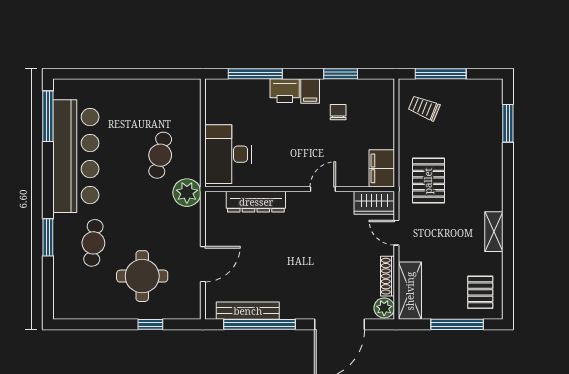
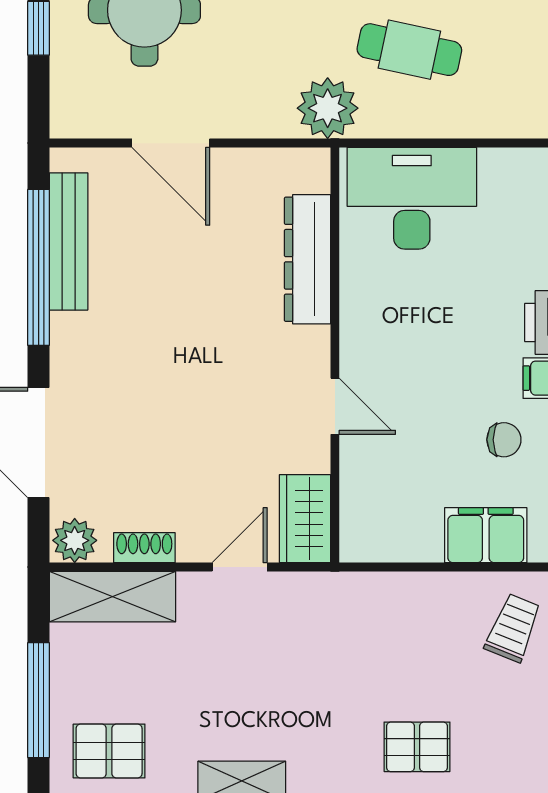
filing cabinet: (382, 168) -> (486, 535), moved
pallet: (428, 181) -> (417, 747), moved, width x0.67, depth x0.71
shoe rack: (387, 276) -> (144, 548), width x0.70

